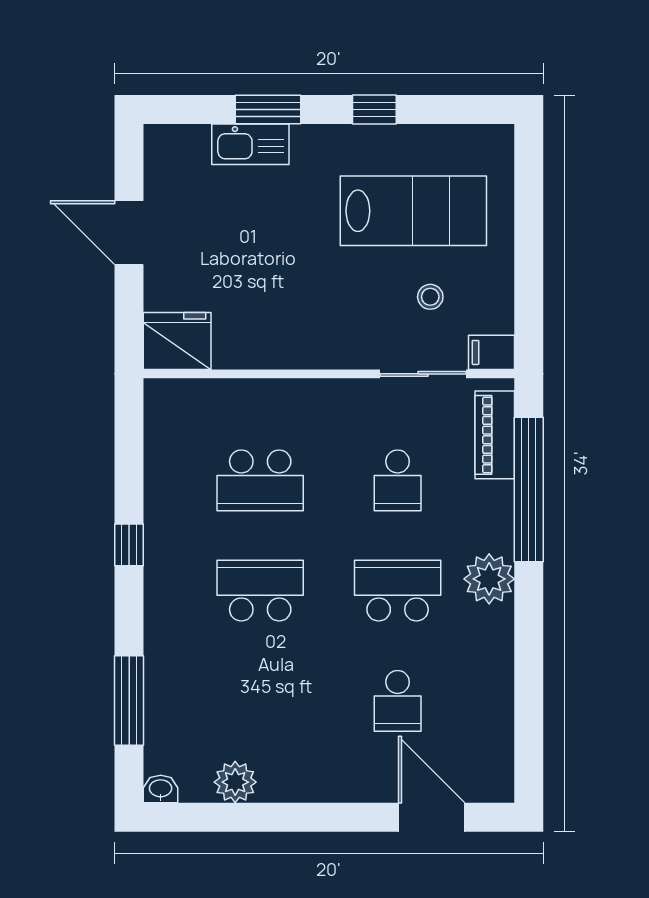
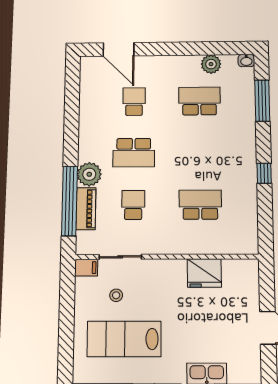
fridge: (177, 341) -> (204, 273), moved
piano: (495, 435) -> (86, 209), moved
plant: (489, 579) -> (89, 174), moved
school desk: (260, 591) -> (199, 101), moved, turned 180

